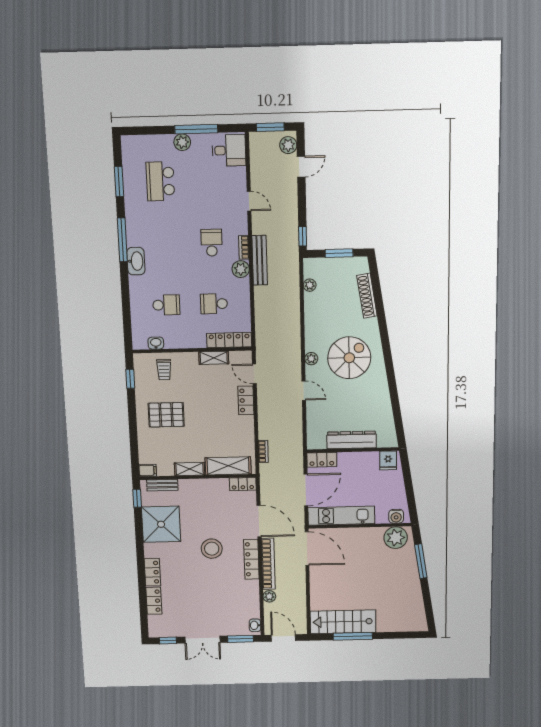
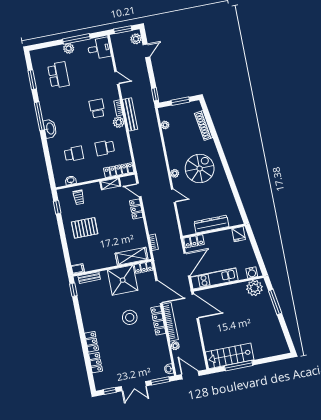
school desk: (160, 181) -> (58, 75), turned 180
shelving: (190, 469) -> (106, 263), removed
shower: (161, 524) -> (123, 280), moved

